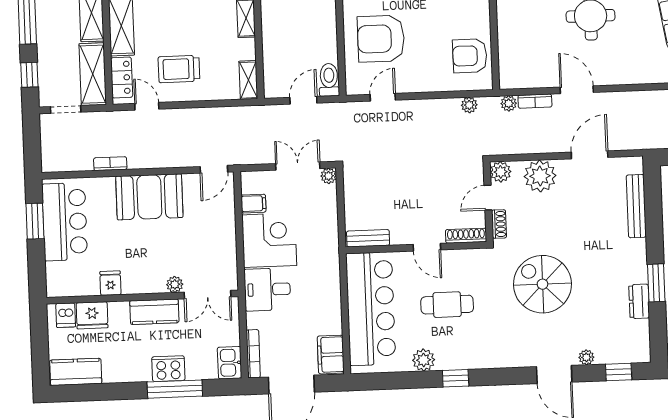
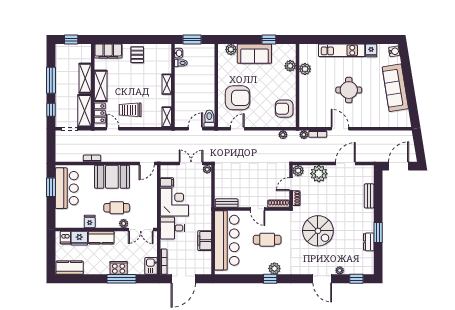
armchair: (381, 39) -> (238, 98), turned 180
bench: (636, 206) -> (369, 196), width x0.73
cafe table: (161, 255) -> (117, 208), added
spiral stairs: (542, 284) -> (318, 231), turned 180
kitchen counter: (154, 312) -> (101, 238), moved
filing cabinet: (331, 355) -> (205, 241), moved
plant: (424, 360) -> (274, 268), moved

